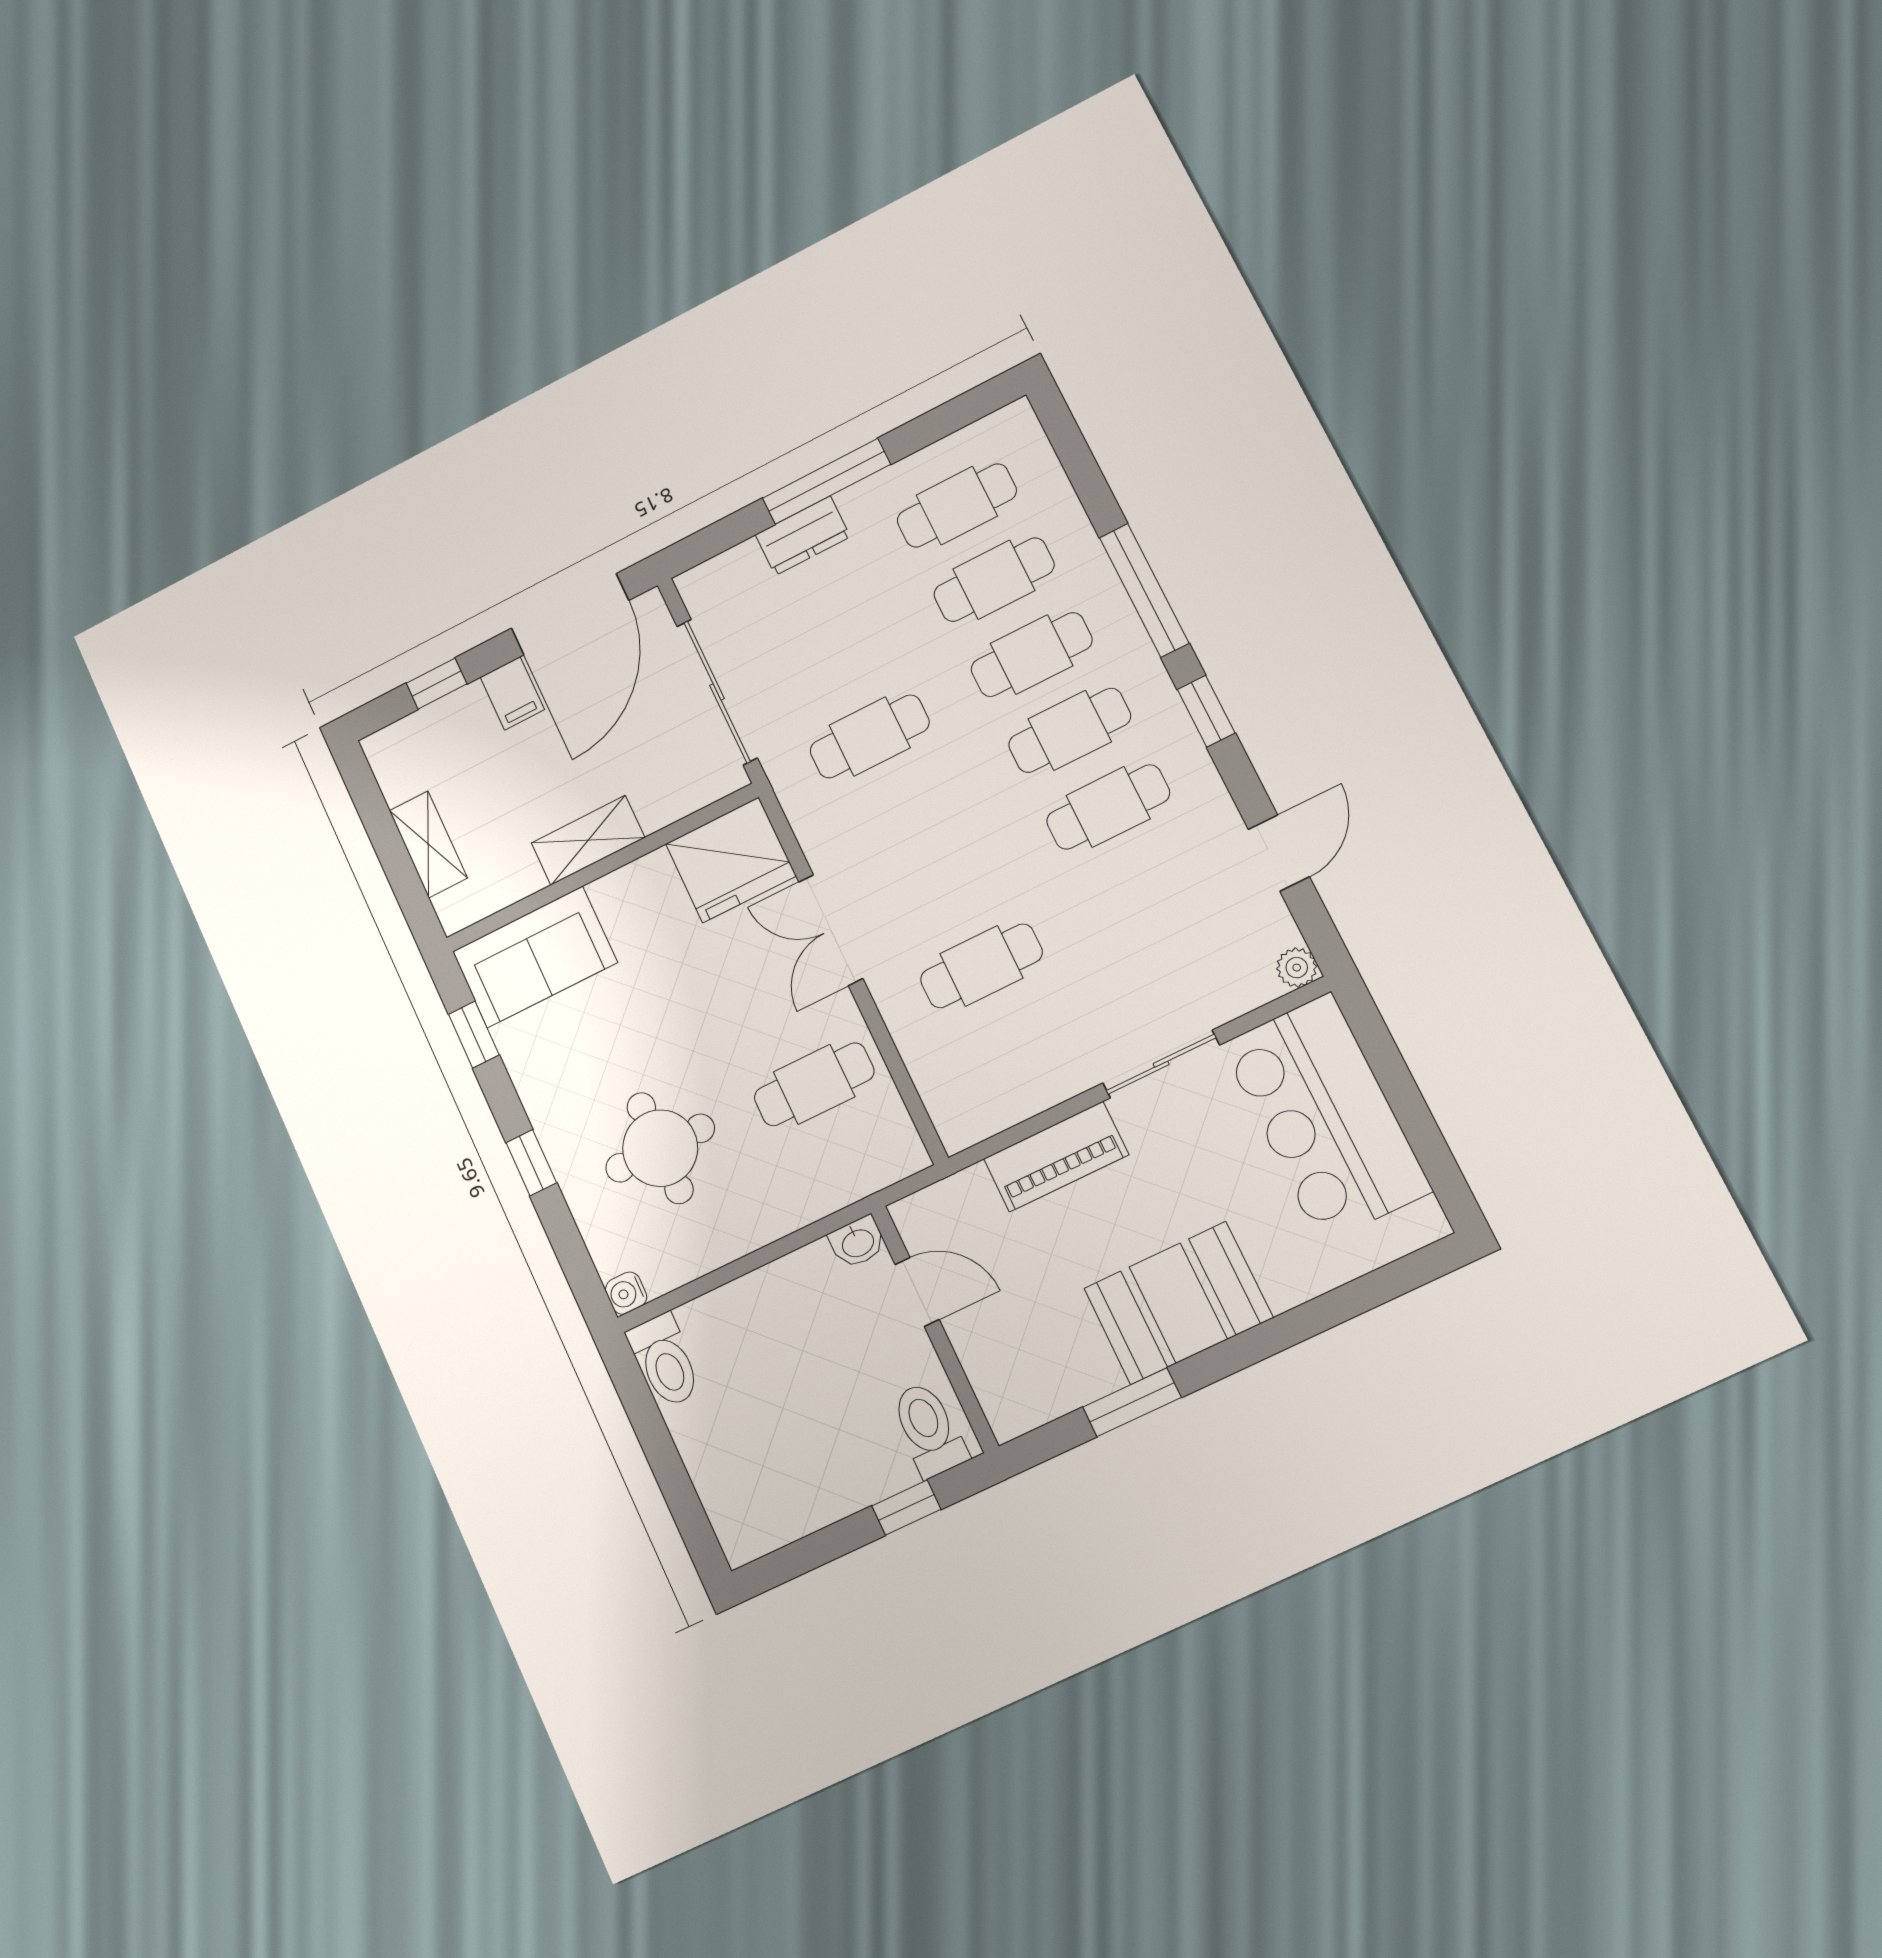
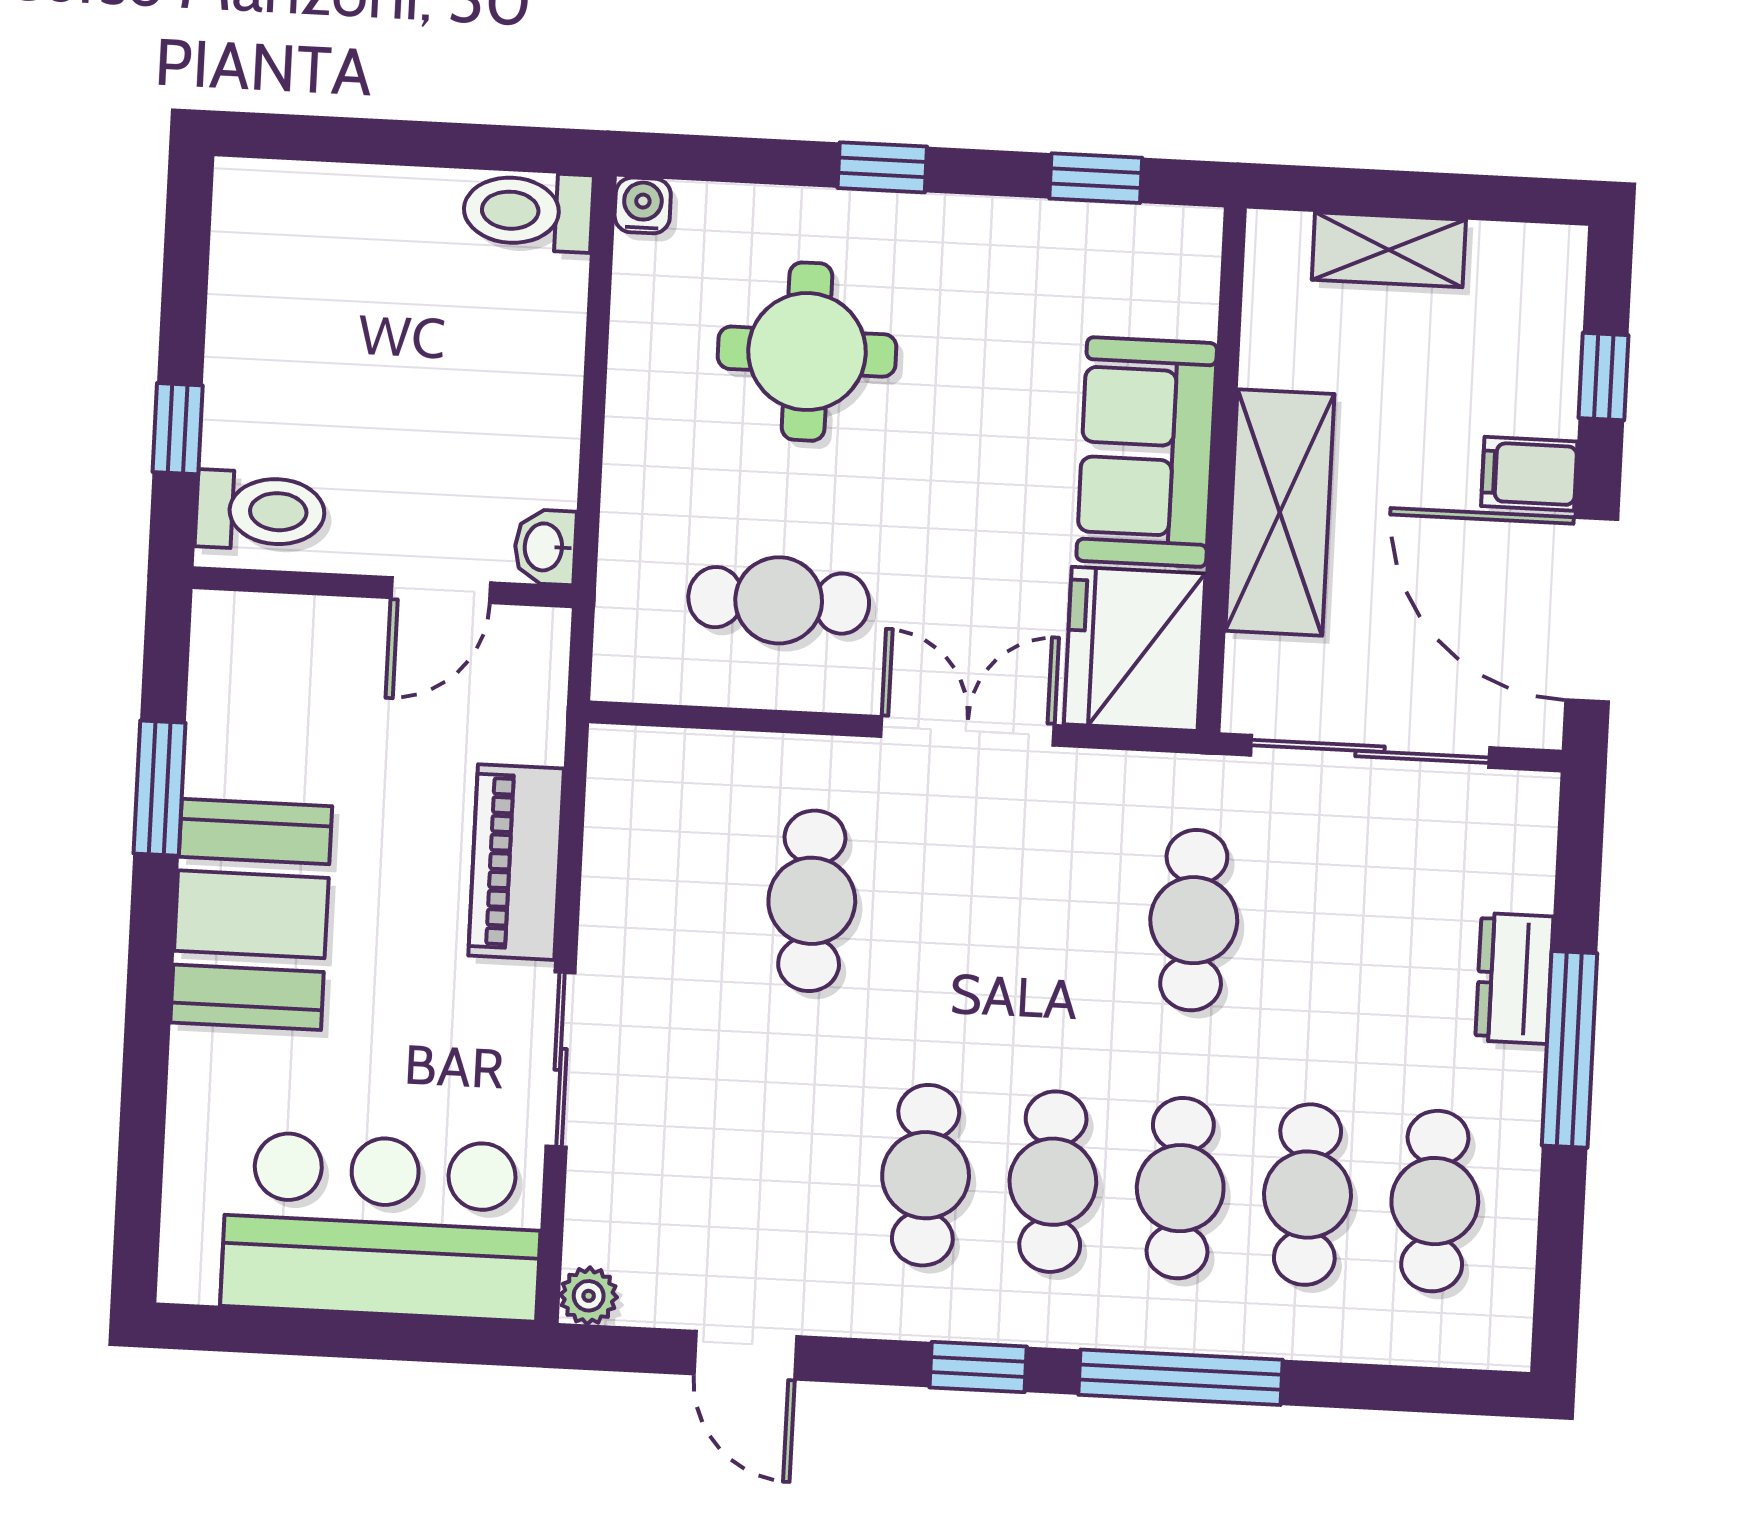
shelving: (588, 840) -> (1280, 512), width x1.50, depth x1.33
sofa: (535, 957) -> (1147, 452), moved
cafe table: (814, 1084) -> (779, 600), turned 90

